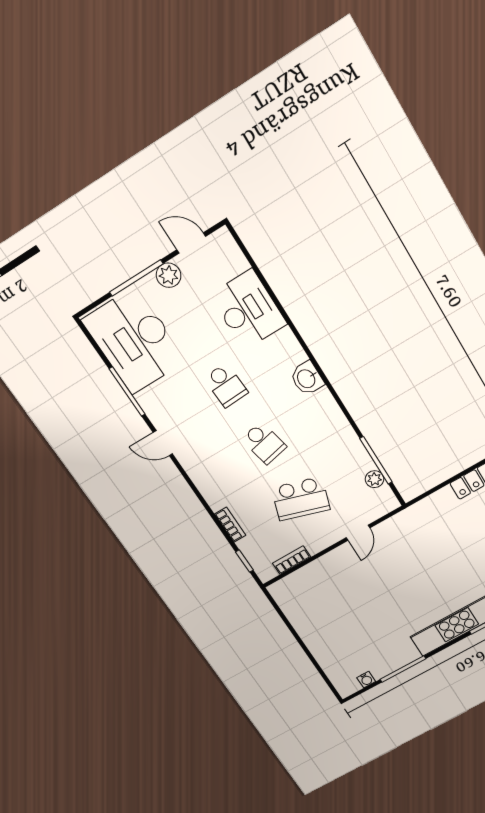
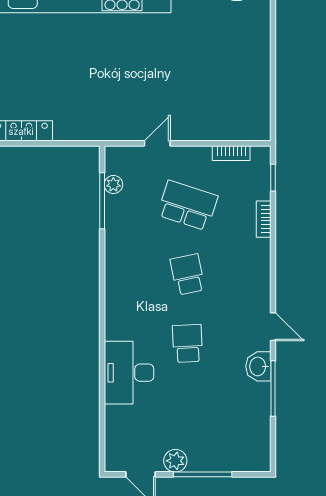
desk: (248, 310) -> (129, 373), moved
desk: (134, 341) -> (238, 426), removed
washbasin: (307, 378) -> (258, 366), moved, turned 180

